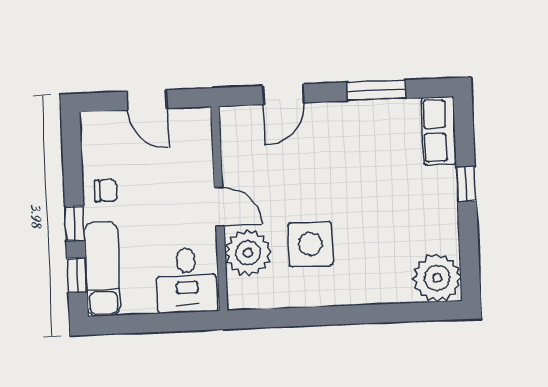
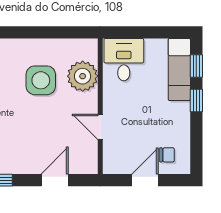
door: (147, 100) -> (145, 180), hinge flipped
chair: (106, 191) -> (167, 155), moved, turned 180
door: (219, 207) -> (100, 127), moved

